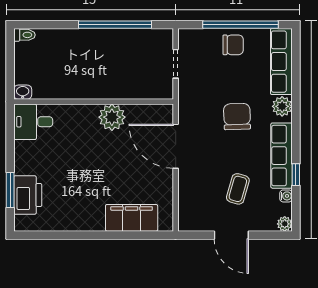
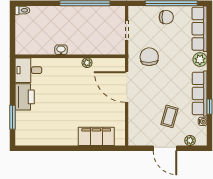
washbasin: (23, 92) -> (61, 50), moved
plant: (112, 117) -> (87, 63), width x0.53, depth x0.53
chair: (237, 117) -> (149, 57), moved
printer: (28, 195) -> (25, 97), moved
plant: (285, 224) -> (190, 140), moved

